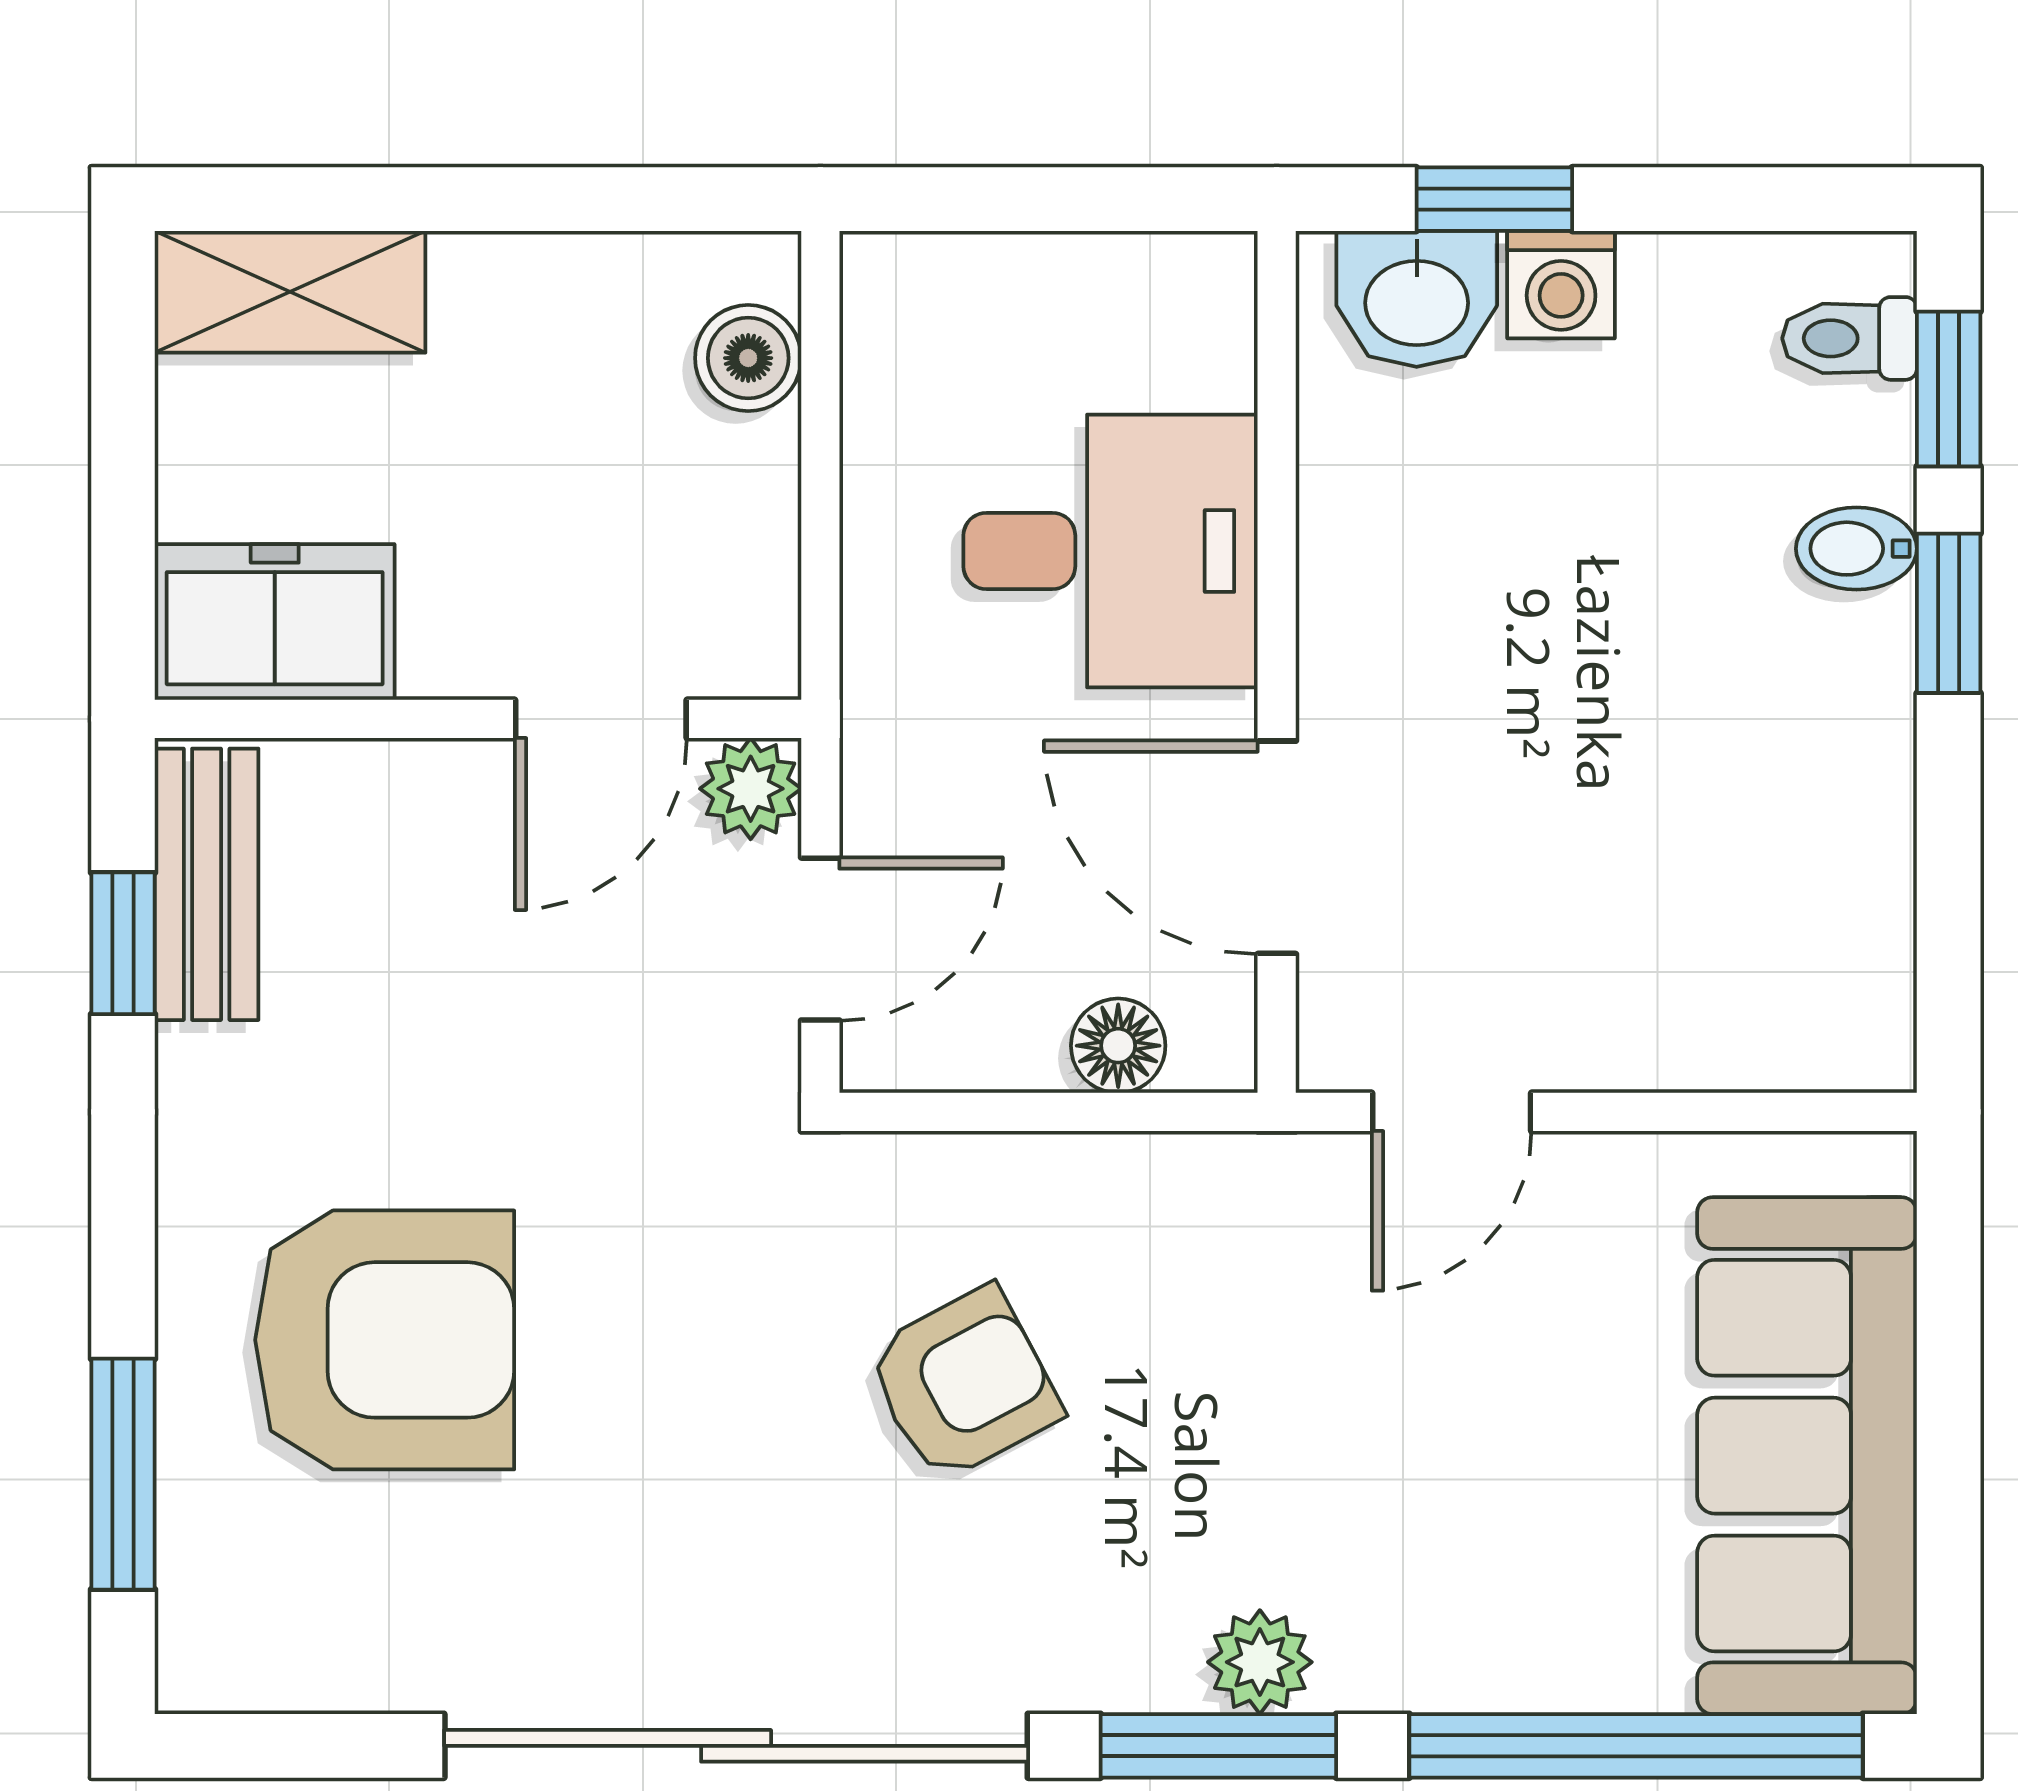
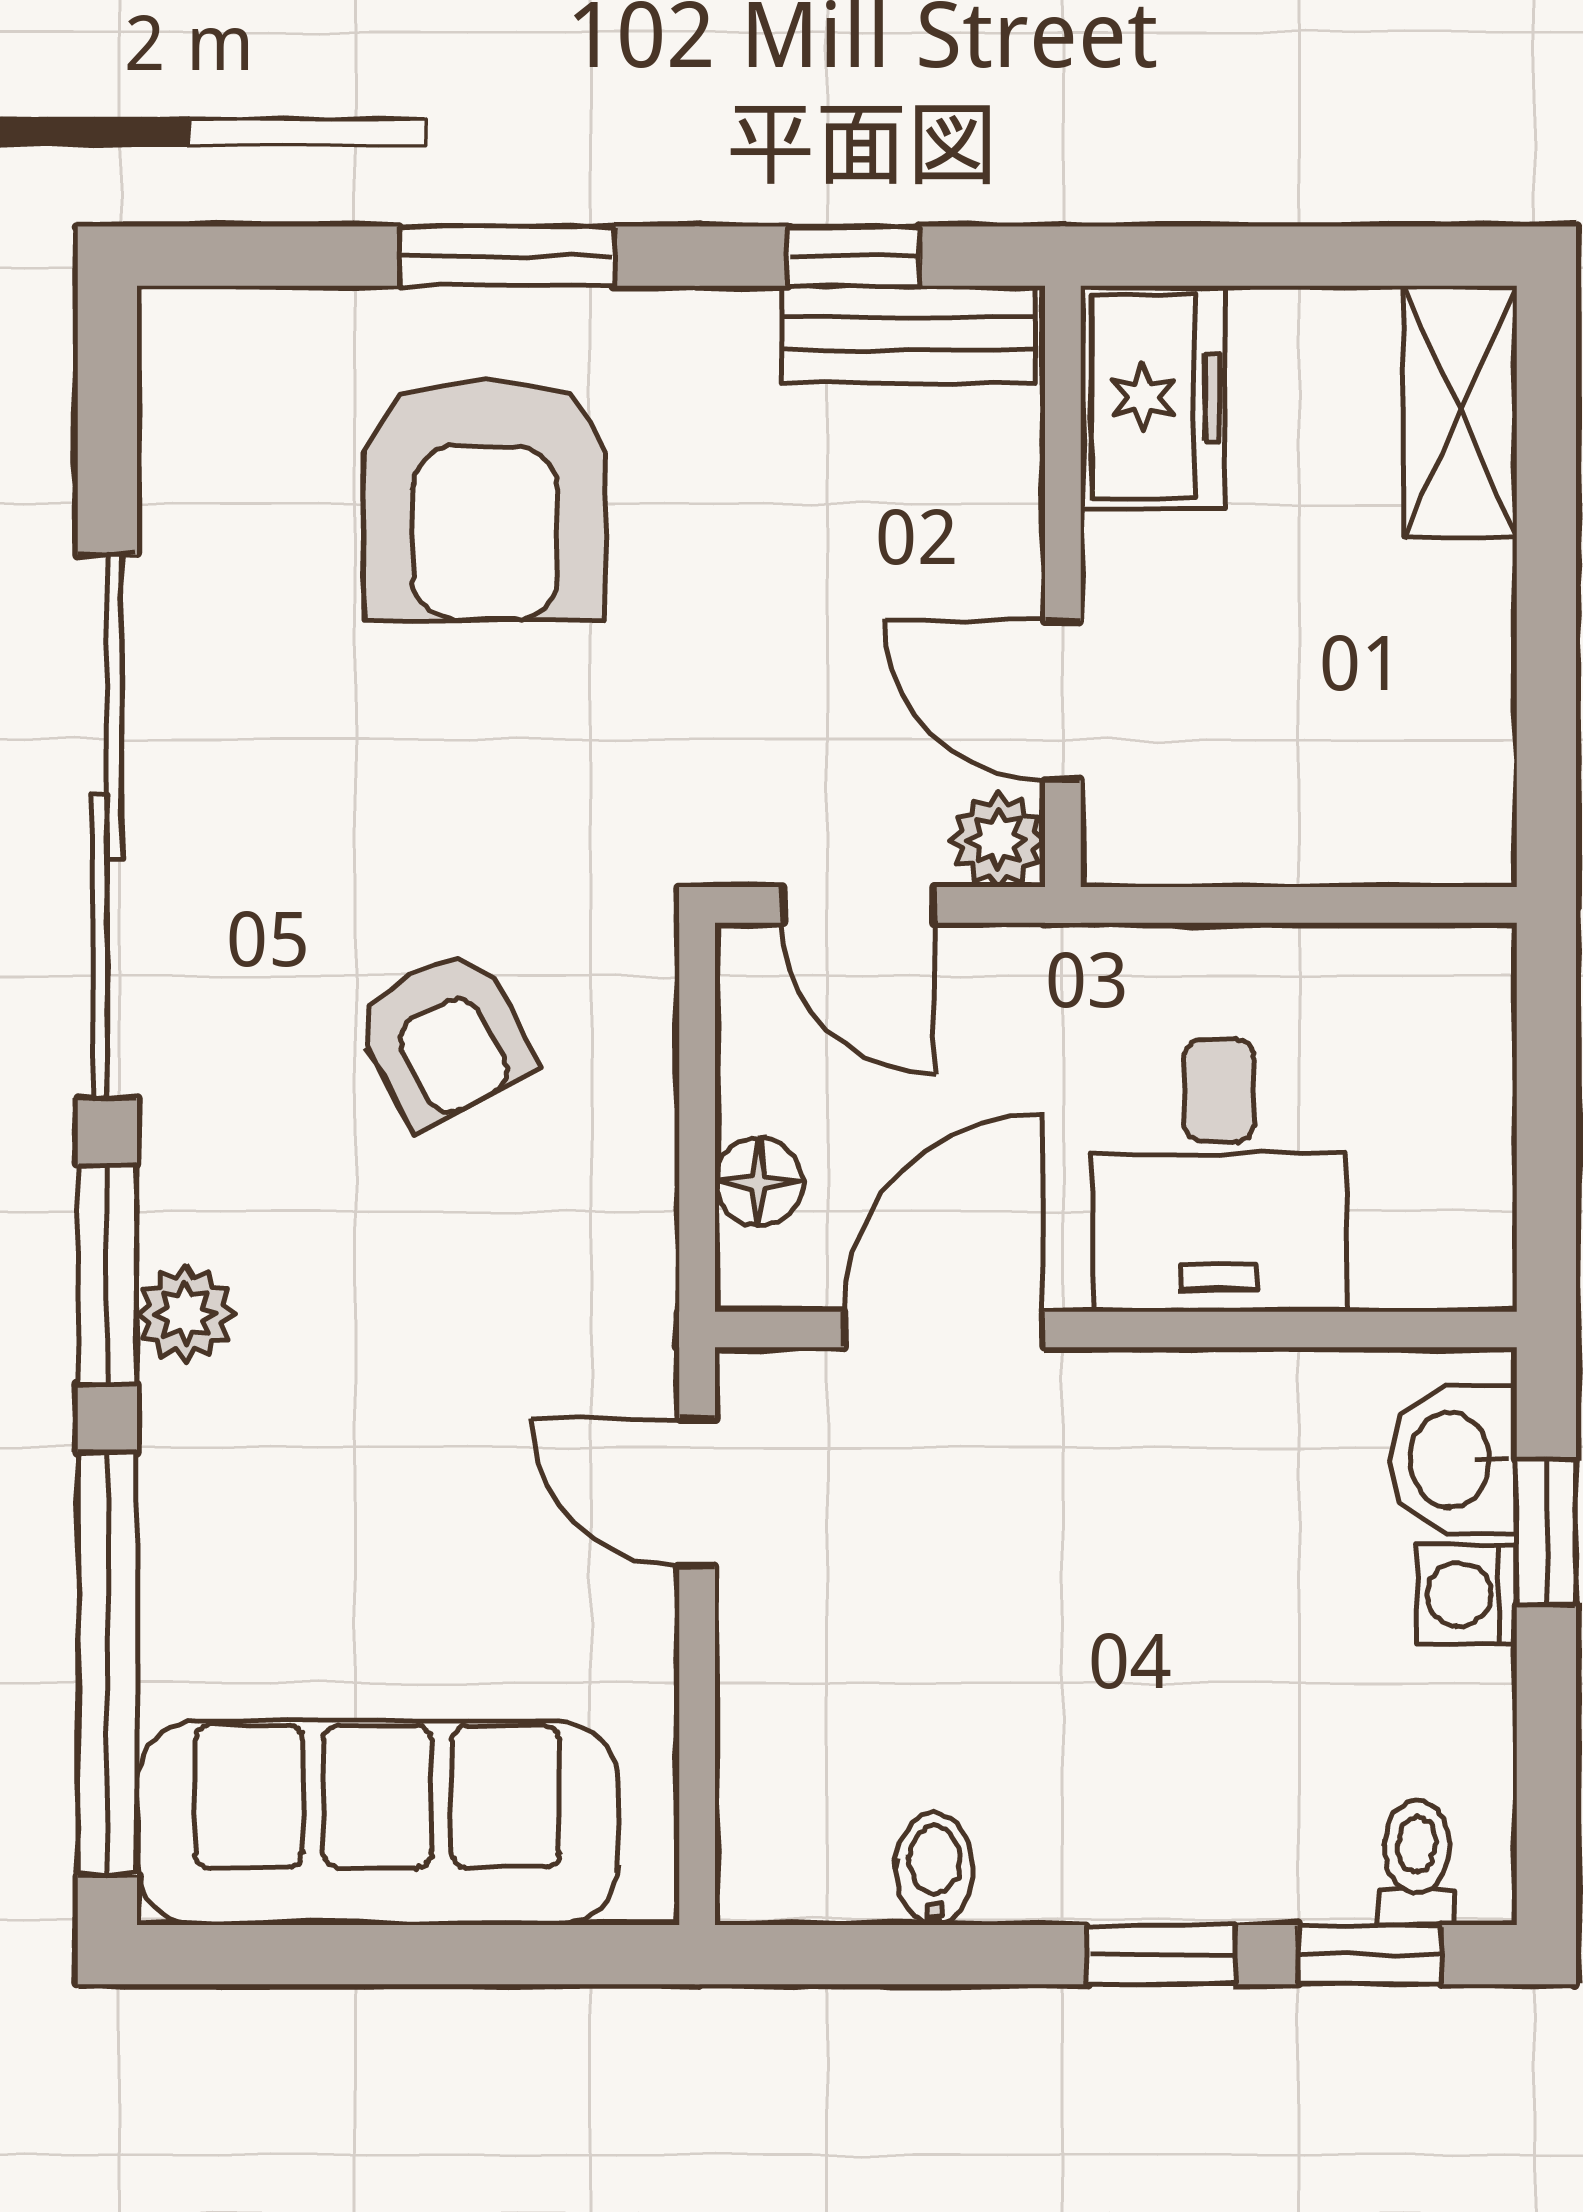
boiler: (748, 358) -> (1399, 838), removed
bidet: (1856, 549) -> (934, 1869), moved
window: (123, 1474) -> (507, 256), moved

